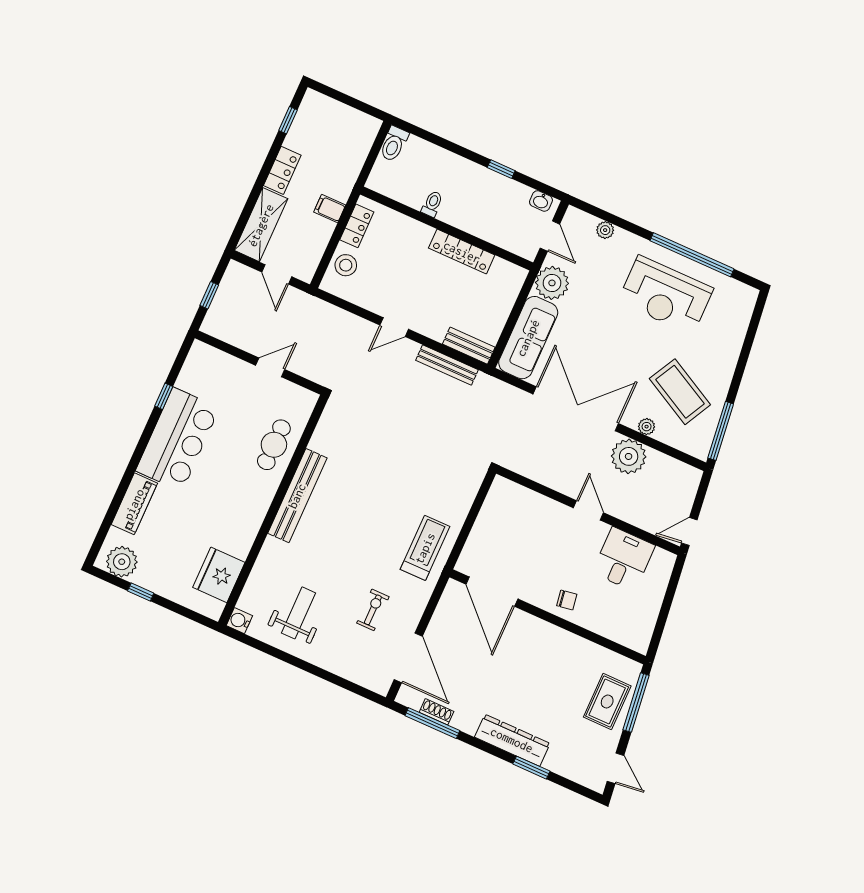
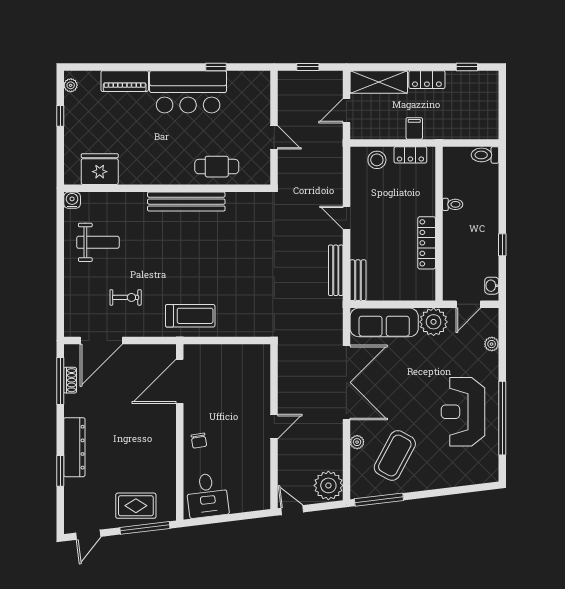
plant: (629, 456) -> (328, 485), moved
desk: (623, 559) -> (207, 495), moved, turned 83
plant: (122, 562) -> (71, 85), width x0.53, depth x0.53

